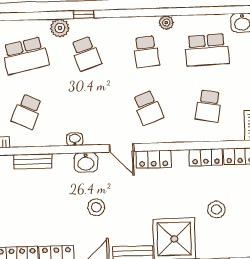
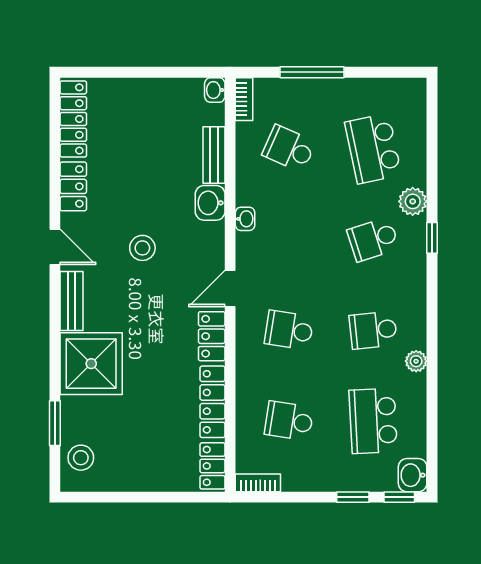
school desk: (148, 108) -> (289, 330), turned 30
locker: (206, 157) -> (212, 402), width x1.53
washbasin: (86, 162) -> (210, 203), moved
stool: (216, 209) -> (81, 458), moved

